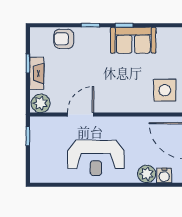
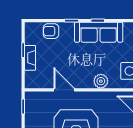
sofa: (133, 40) -> (99, 32), width x1.36
plant: (41, 103) -> (101, 81), moved
door: (81, 115) -> (64, 90), hinge flipped

